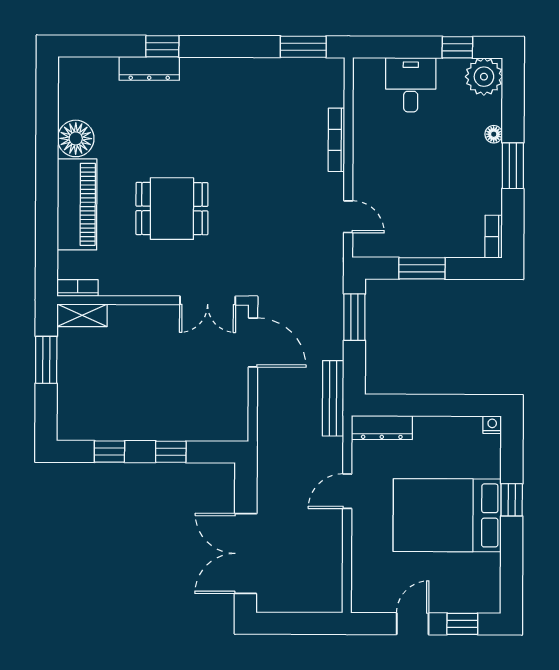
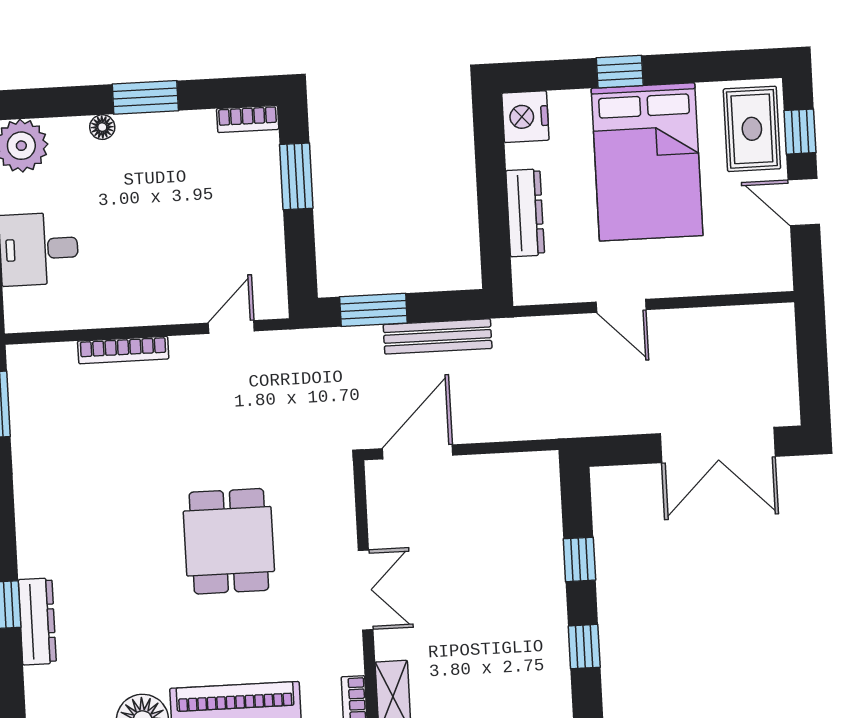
dining table: (172, 209) -> (229, 541), moved
window: (422, 268) -> (296, 176), moved
double door: (208, 300) -> (366, 590), moved
bench: (333, 398) -> (438, 336), moved
nightstand: (492, 425) -> (525, 117), width x1.89, depth x1.79
dresser: (382, 428) -> (525, 213), moved
rug: (466, 590) -> (752, 129), added

